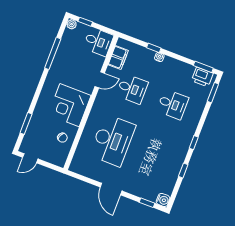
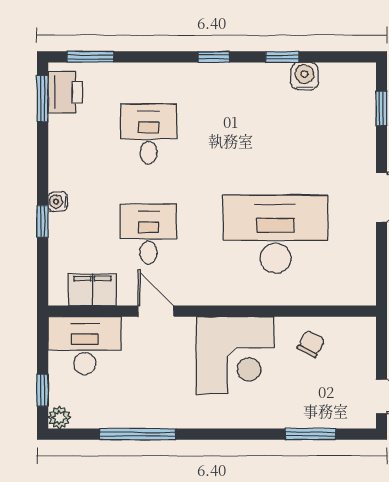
desk: (98, 42) -> (85, 346), width x1.37
water cooler: (163, 200) -> (304, 76), moved

